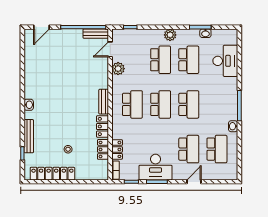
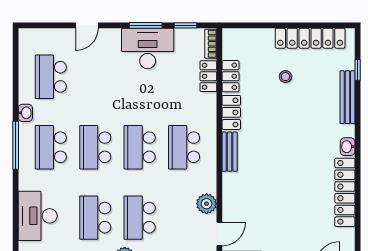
locker: (30, 76) -> (345, 192), added
school desk: (189, 149) -> (51, 147), moved

